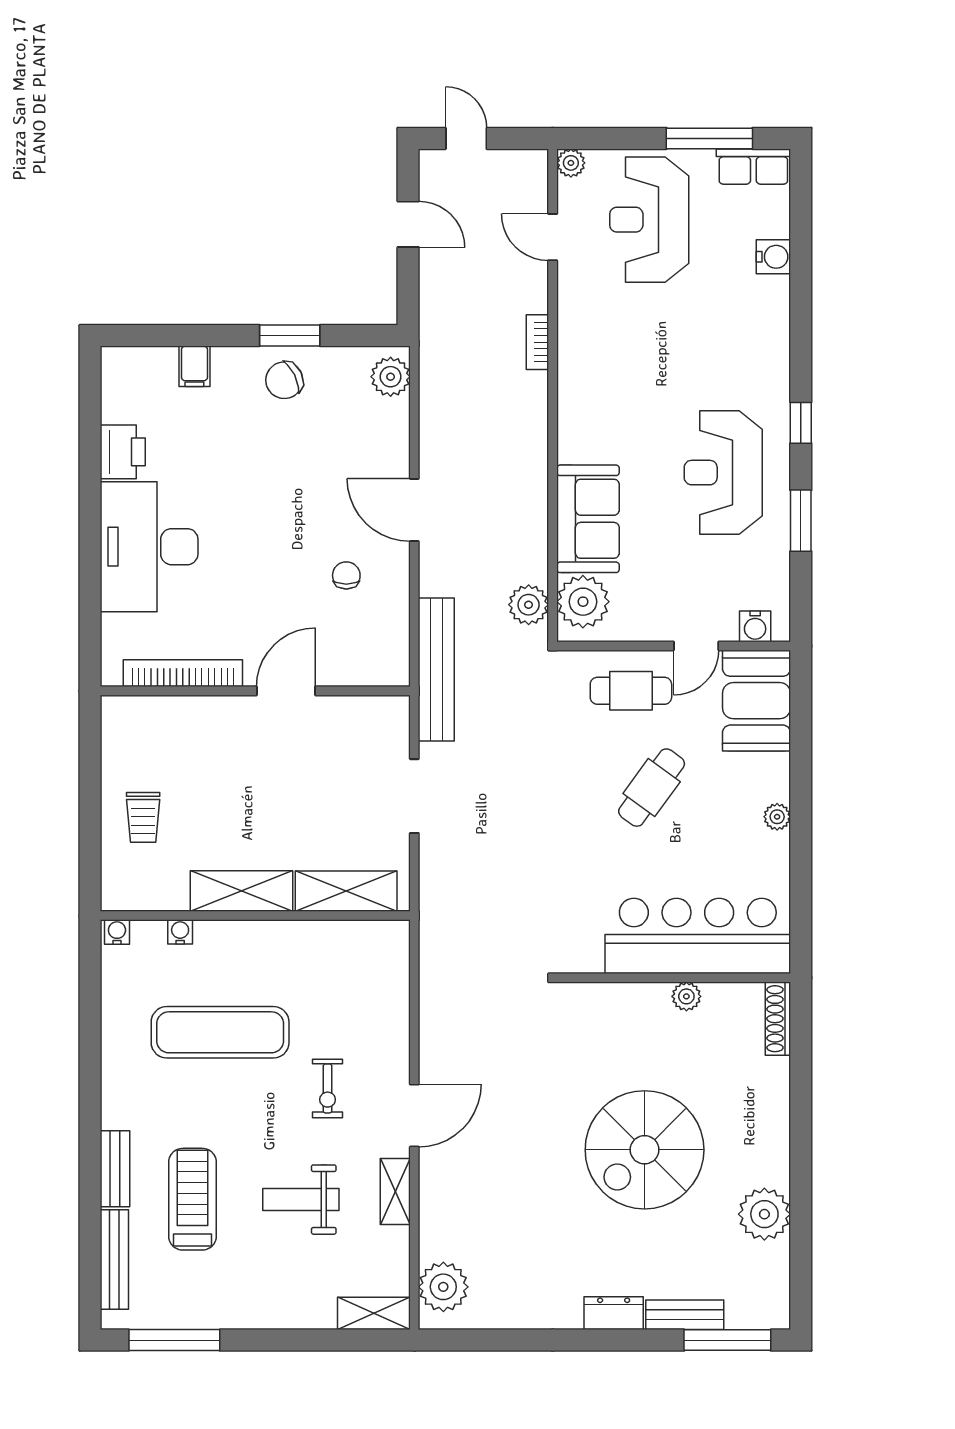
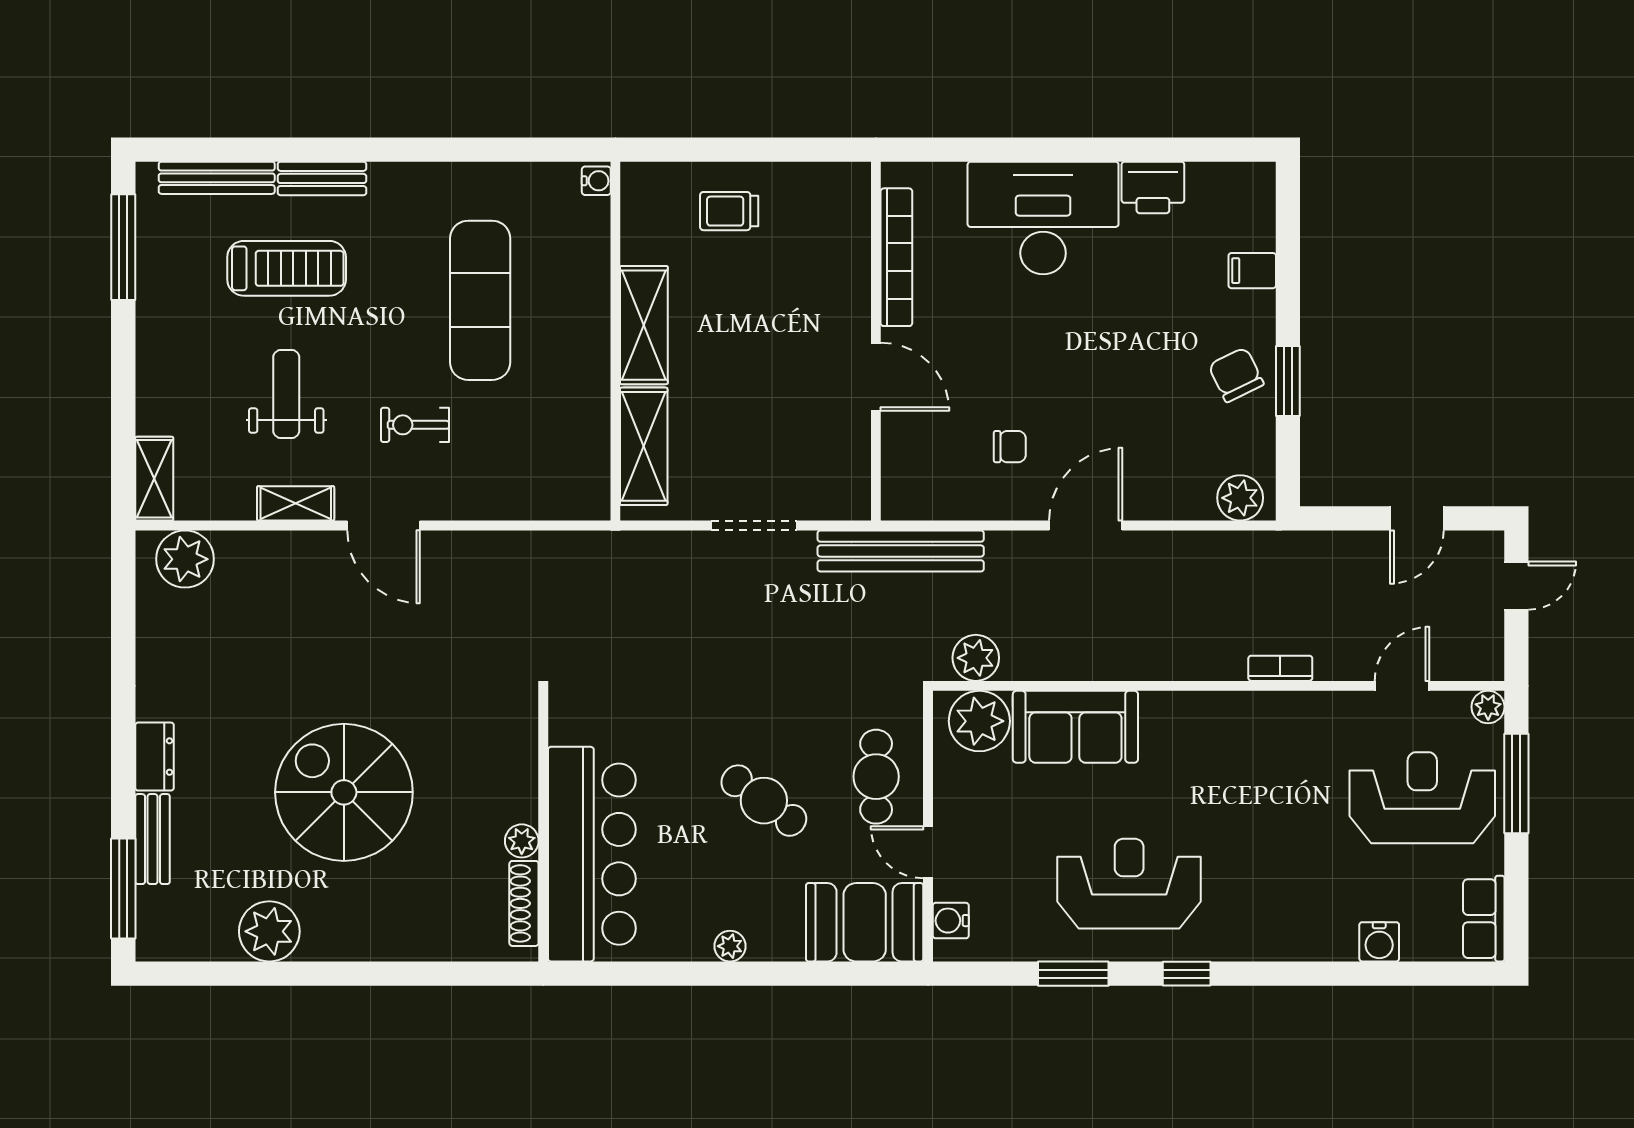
window: (709, 138) -> (1516, 784), moved
water cooler: (180, 932) -> (596, 254), removed
shoe rack: (778, 1019) -> (524, 903), moved, turned -90

